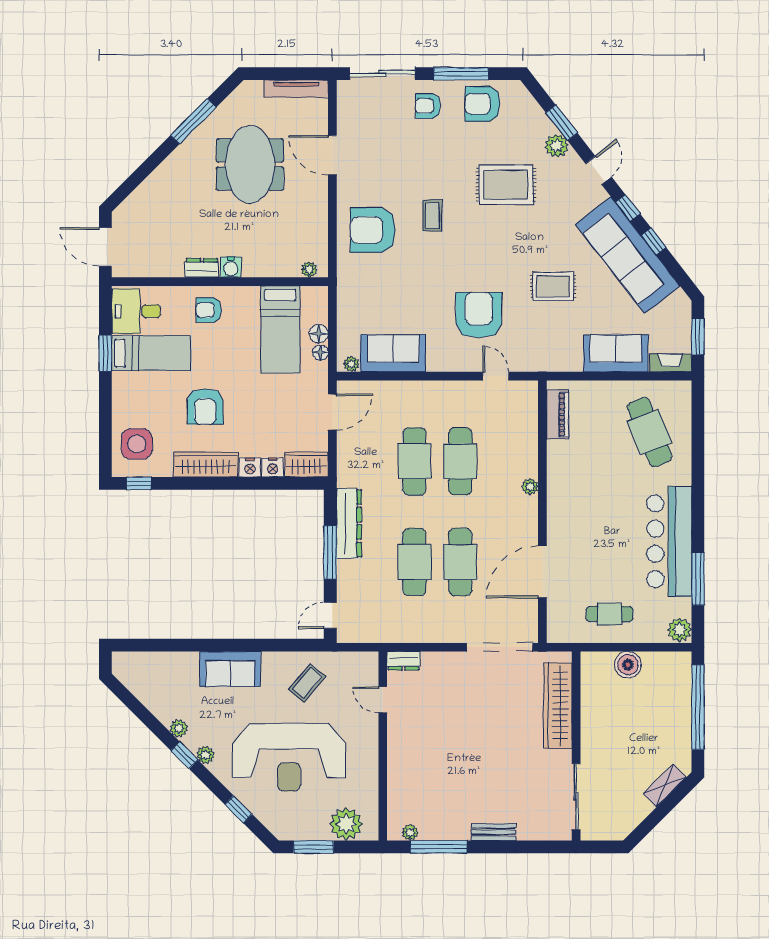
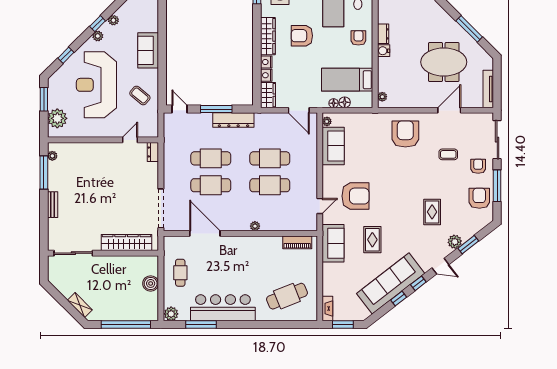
rug: (506, 185) -> (432, 212), width x0.73, depth x0.70
coffee table: (432, 216) -> (448, 154), moved
sofa: (616, 353) -> (333, 243), moved

